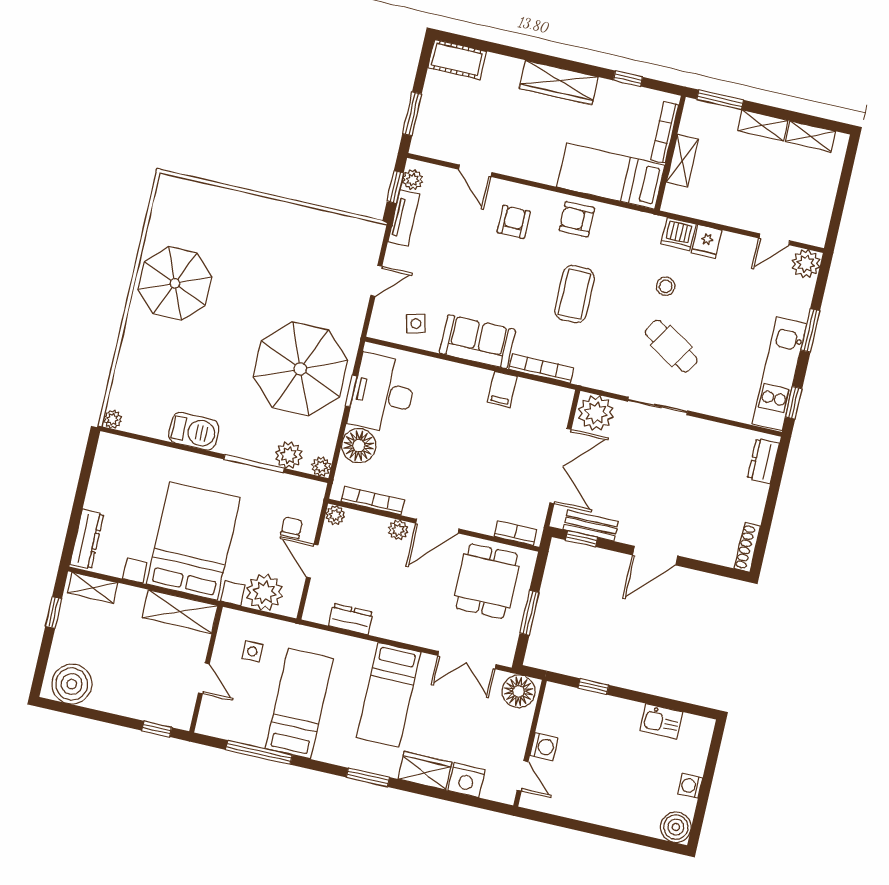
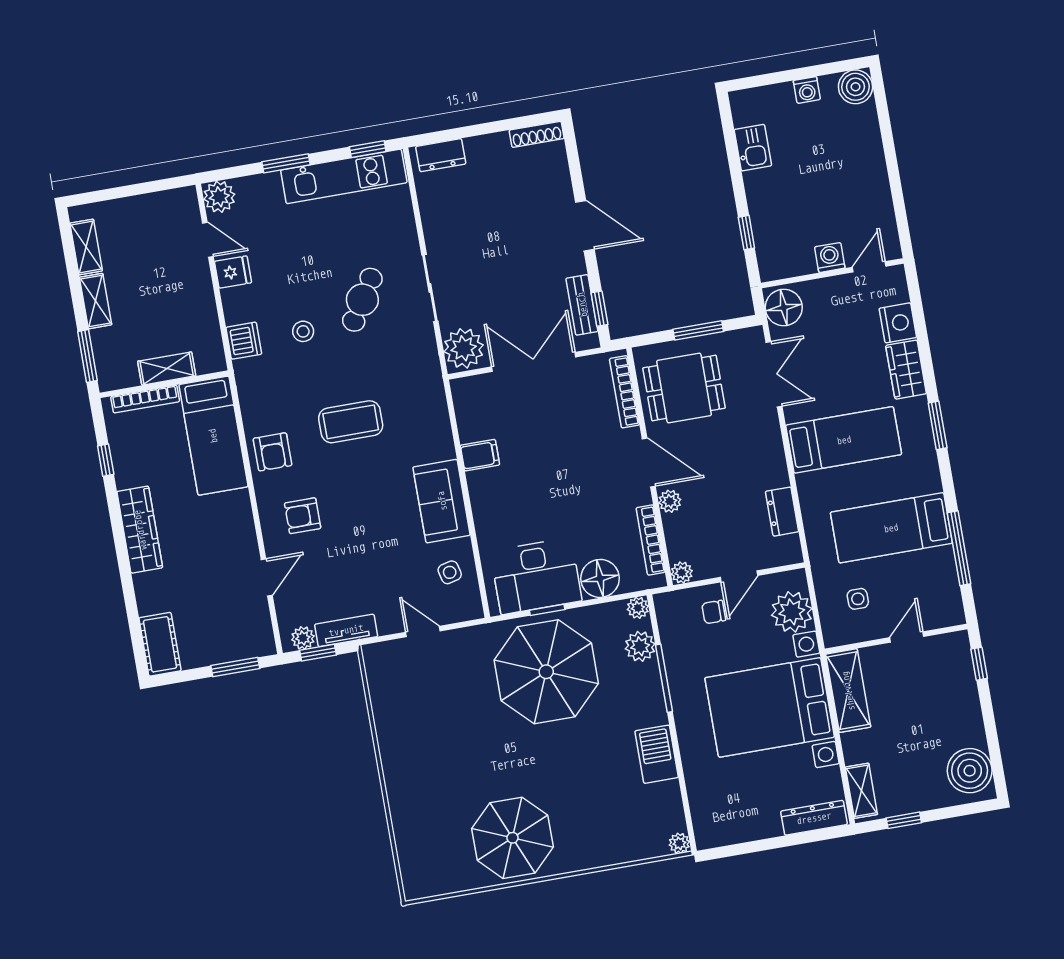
fridge: (707, 242) -> (233, 272), moved
bookcase: (541, 369) -> (442, 424), removed
bookcase: (515, 533) -> (624, 392), width x1.56

